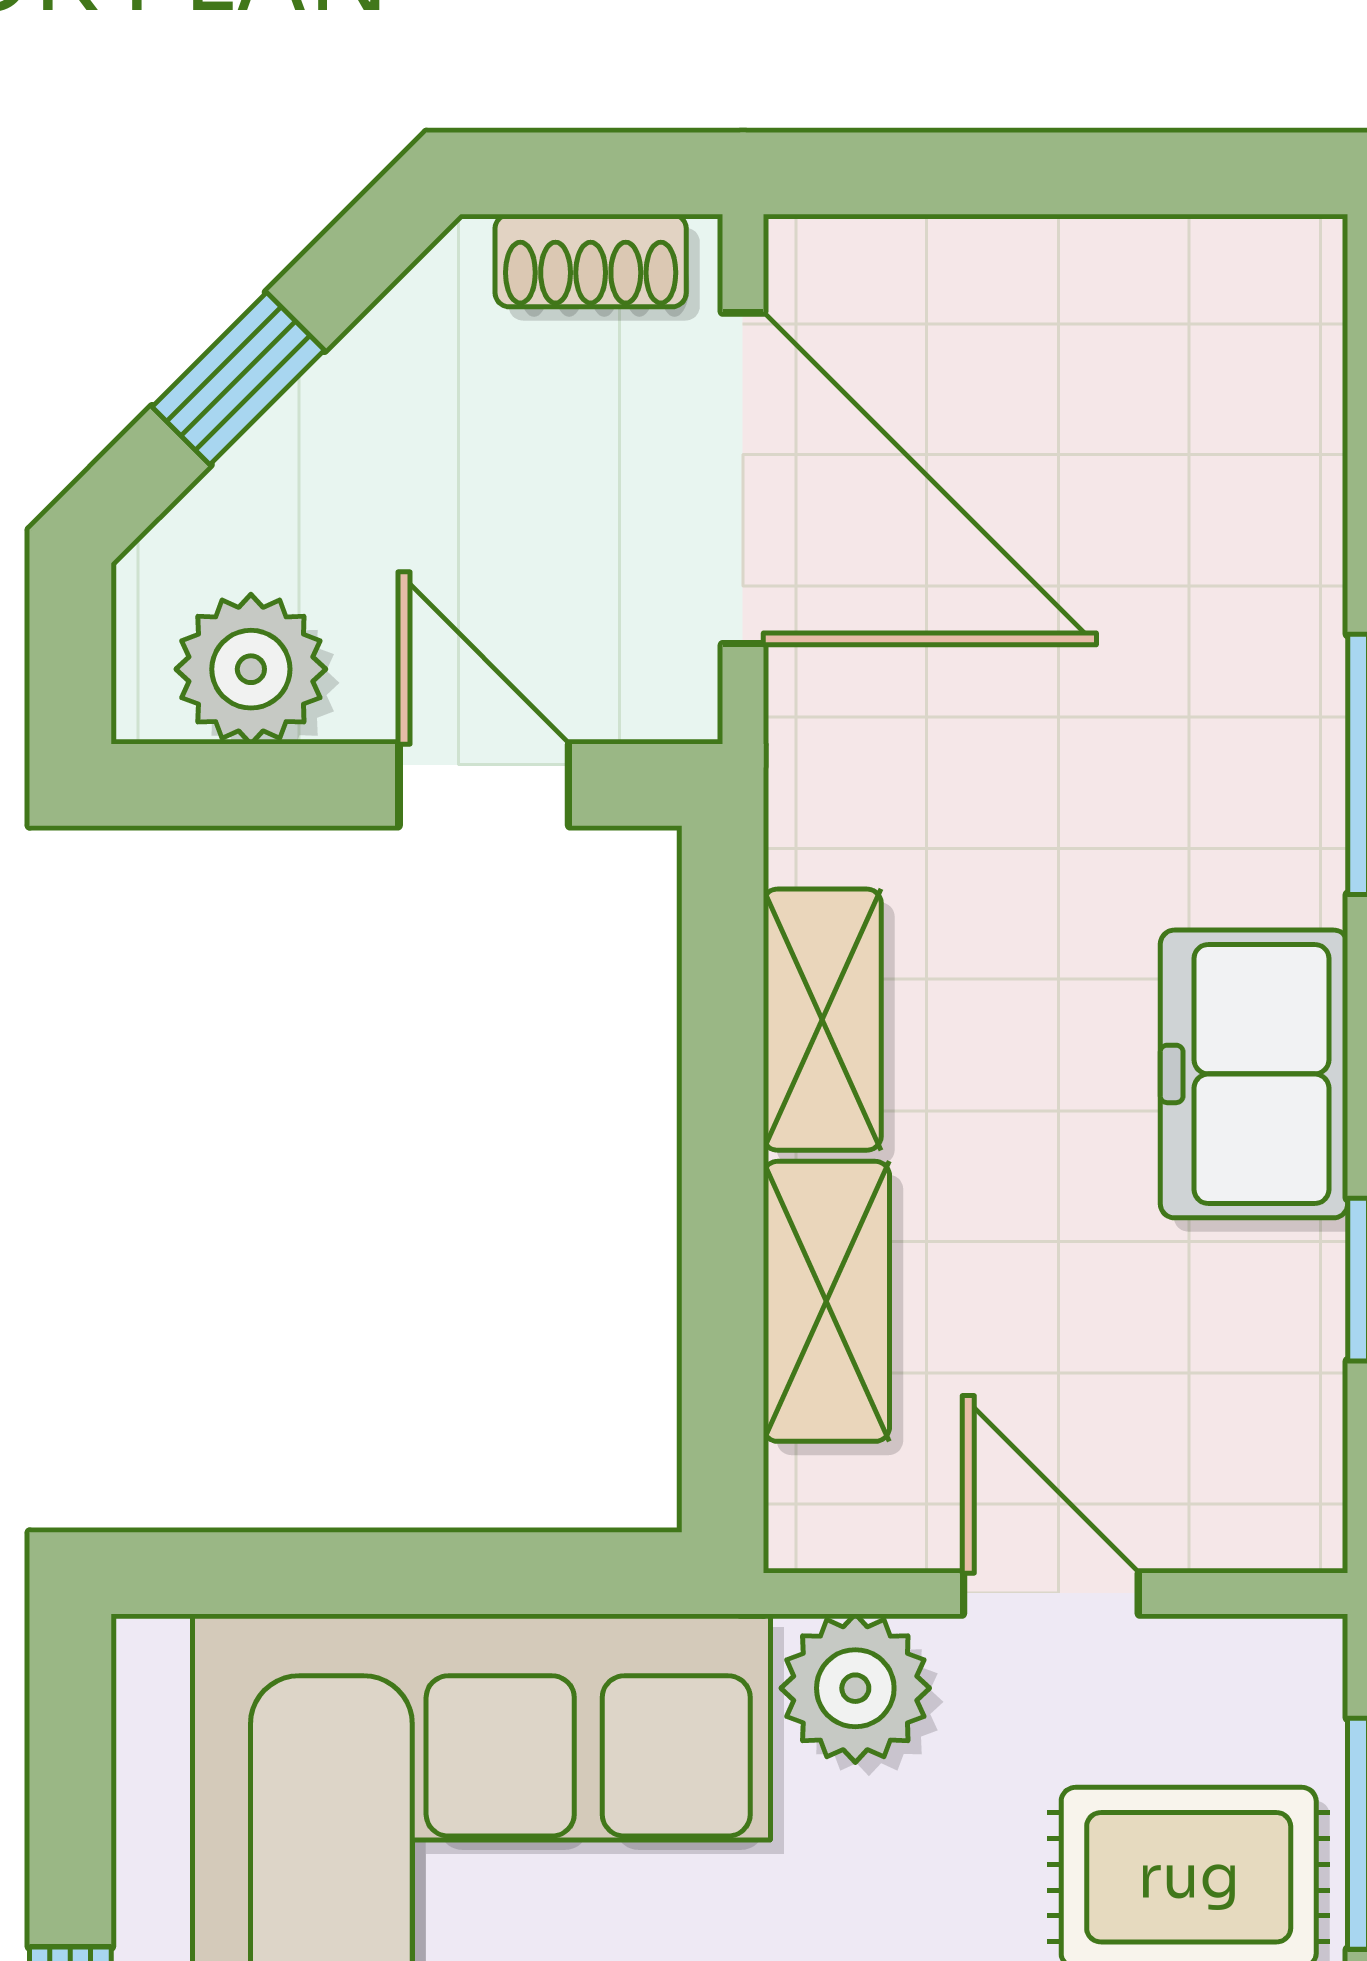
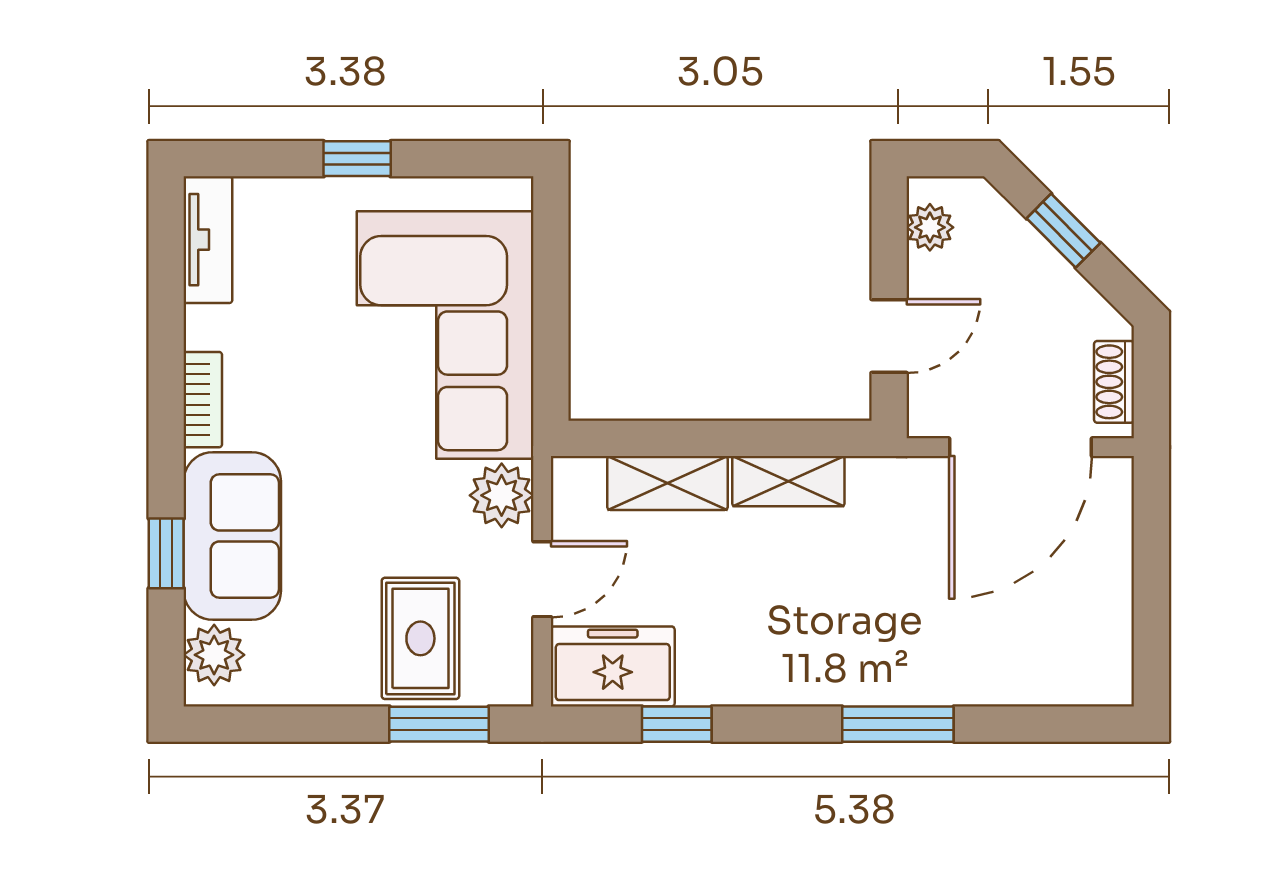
plant: (251, 669) -> (930, 227), width x0.73, depth x0.73
freezer: (1254, 1074) -> (613, 666), moved

